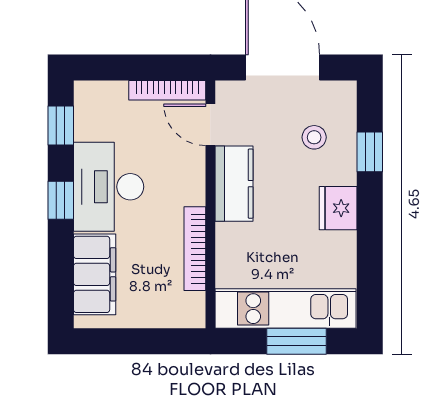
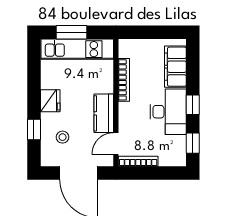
door: (210, 125) -> (116, 144), swing flipped

